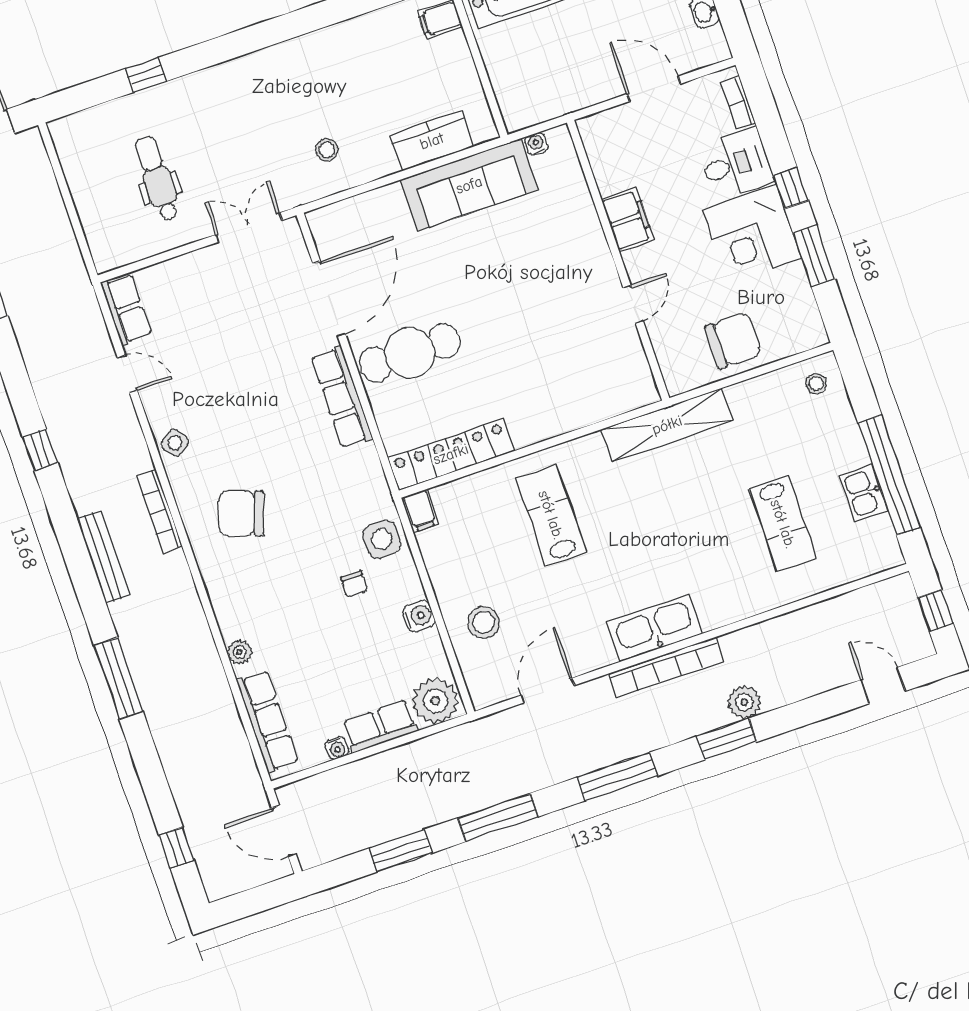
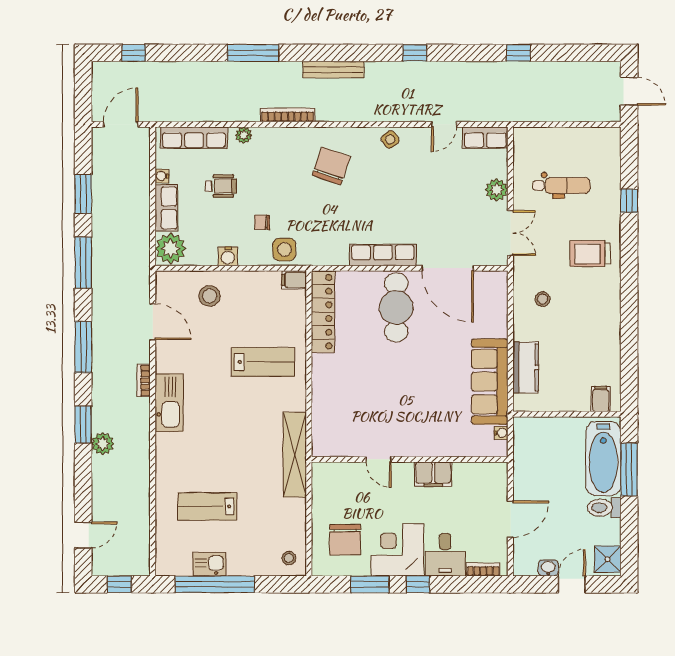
trolley: (239, 104) -> (590, 254), added
plant: (195, 268) -> (497, 190), added
chair: (733, 340) -> (345, 540), moved
bookcase: (159, 511) -> (288, 115), moved
wheelchair: (323, 660) -> (221, 186), added
bookcase: (666, 667) -> (144, 380), width x0.43, depth x0.76

